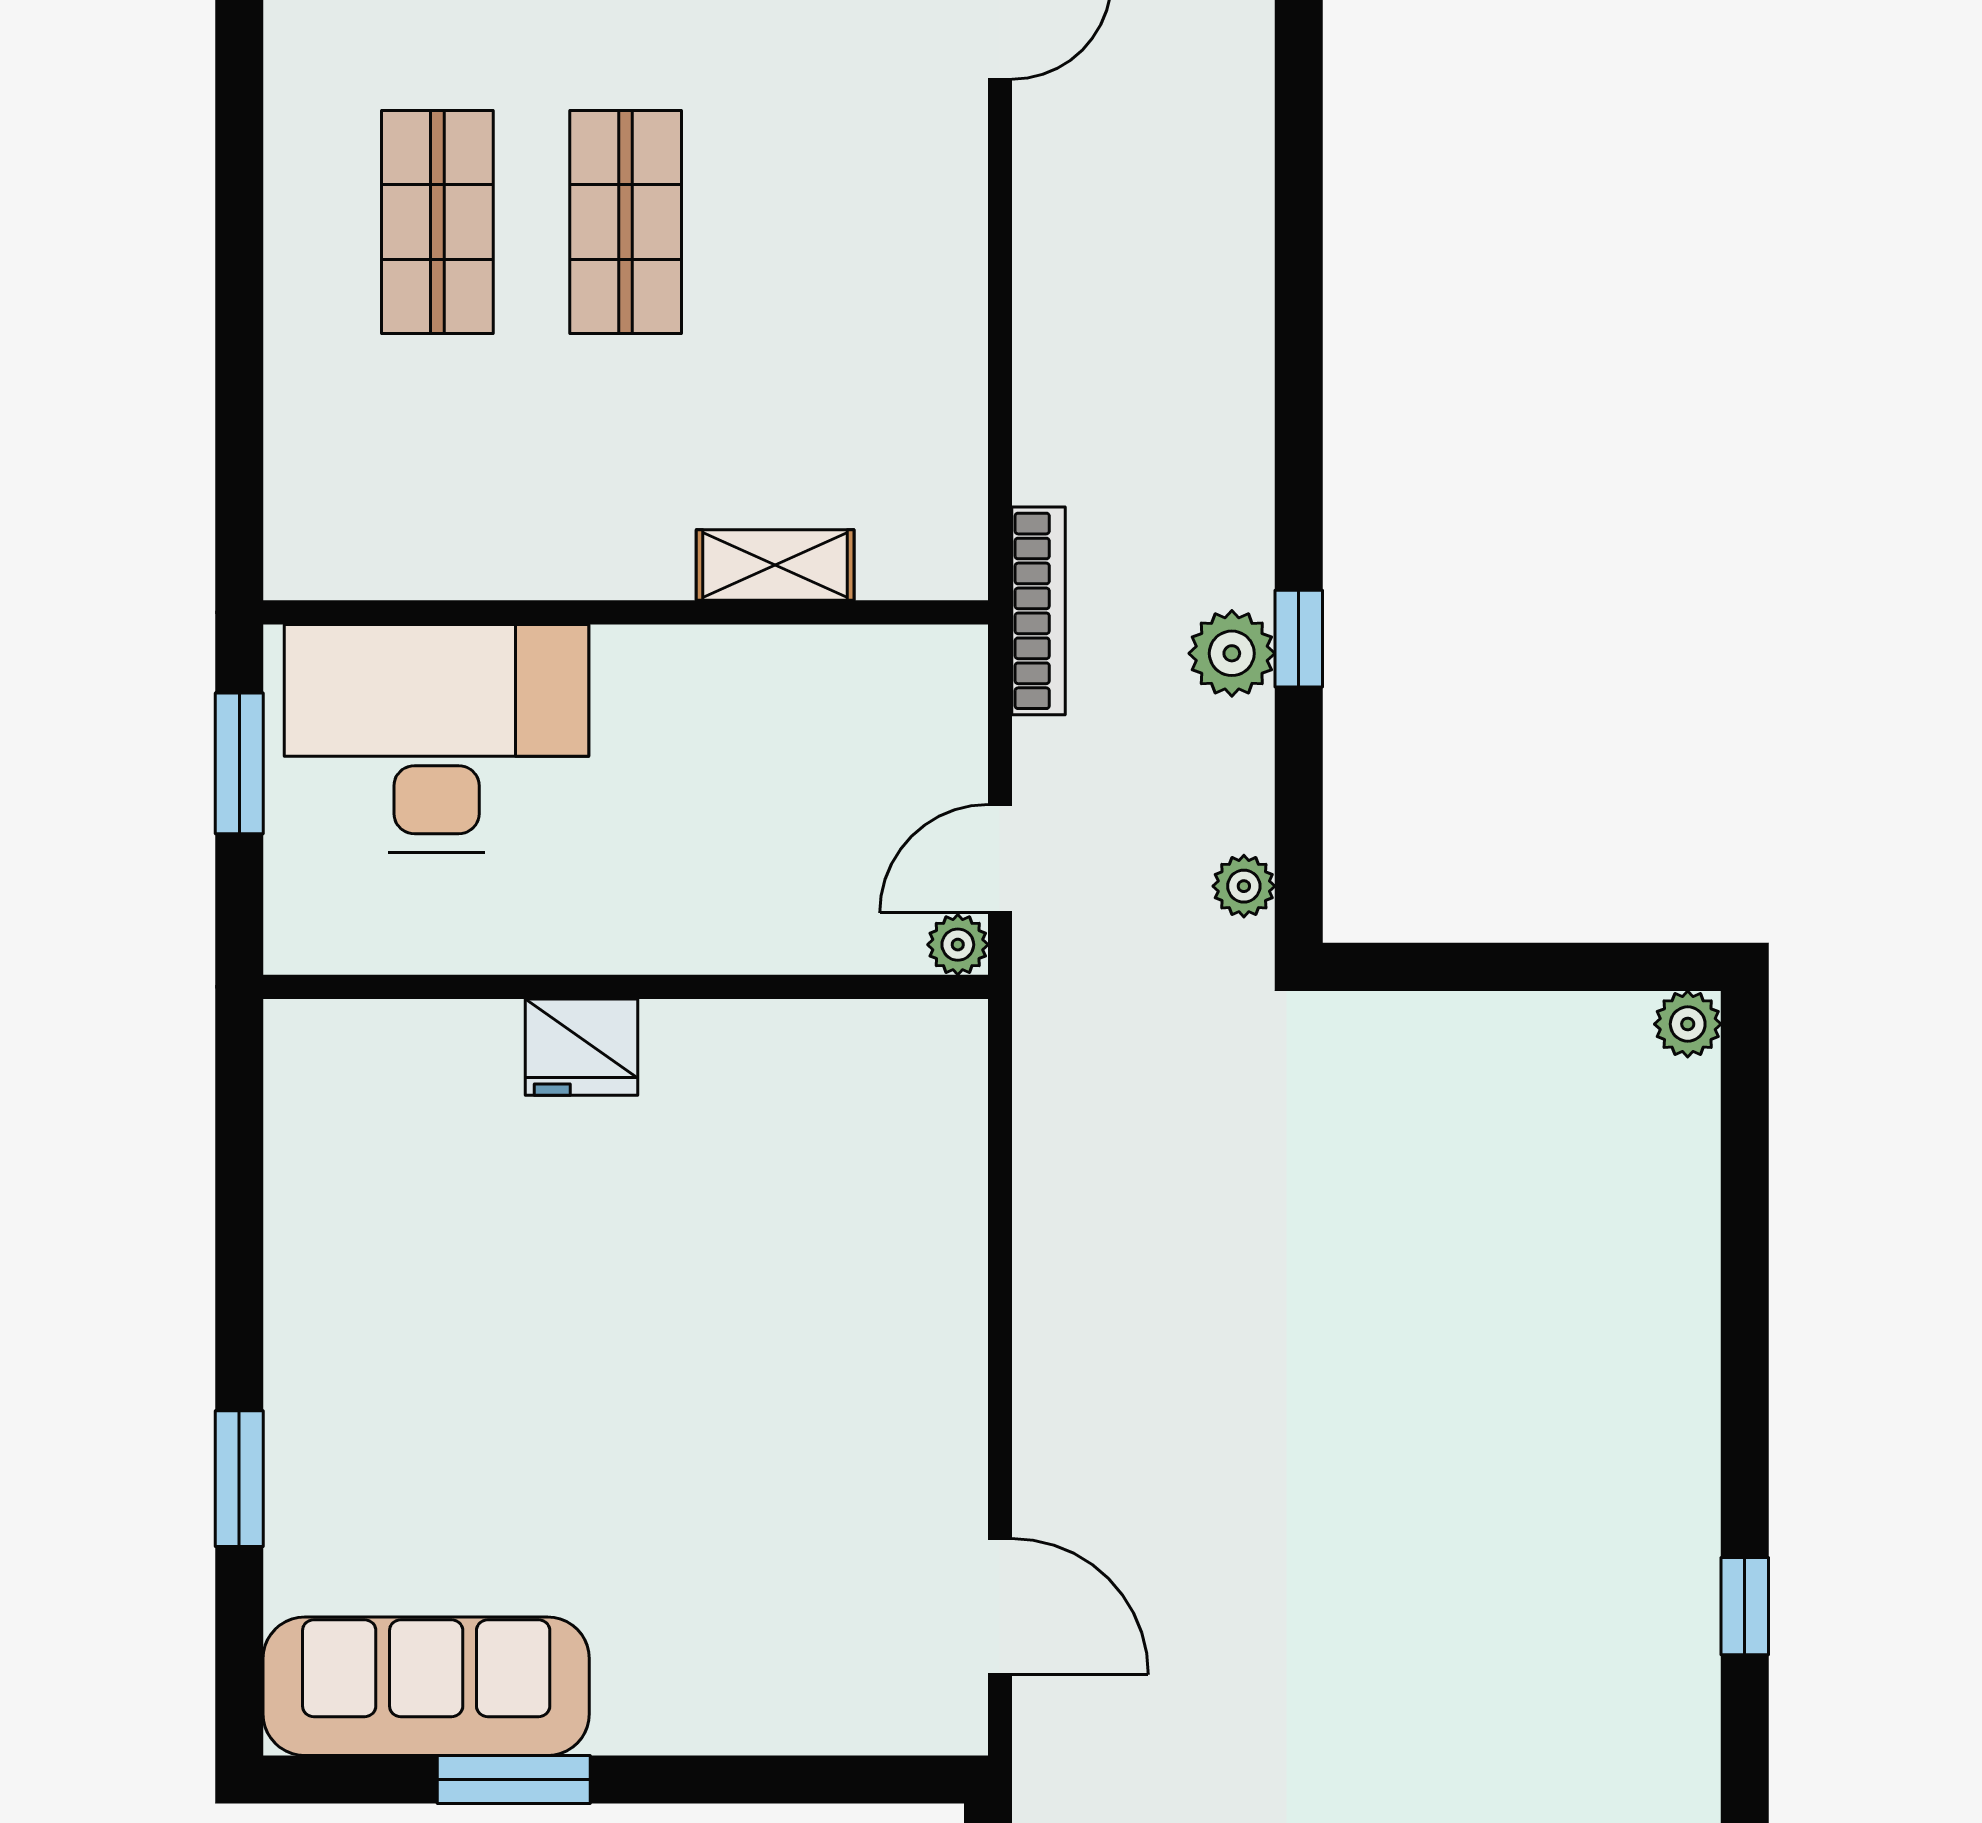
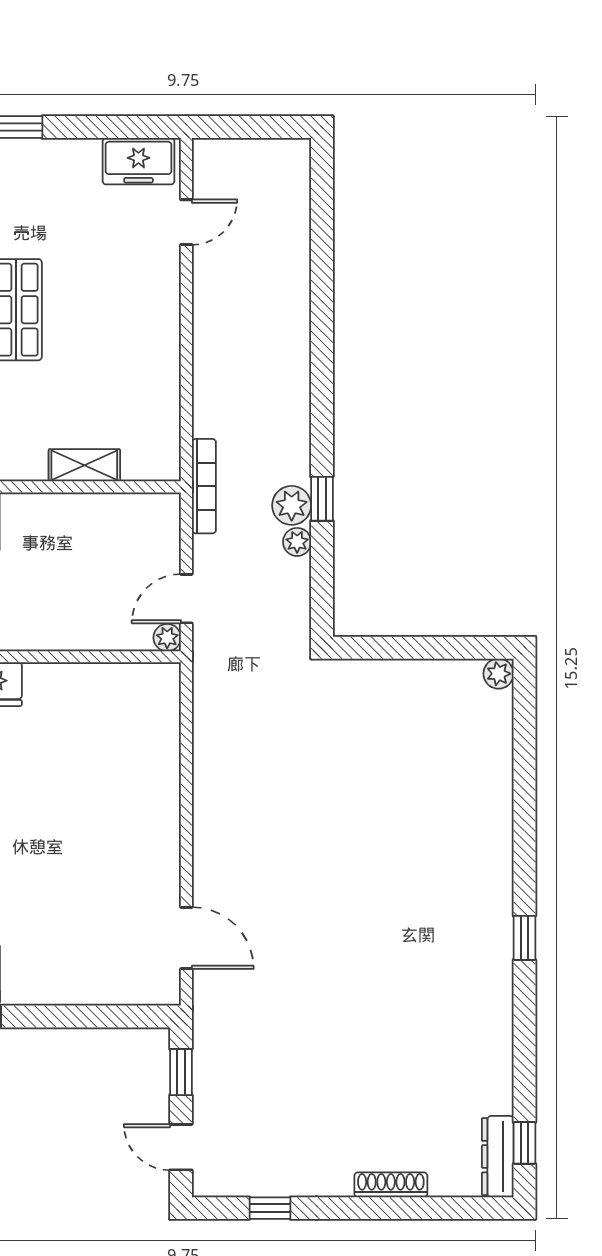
plant: (1244, 886) -> (297, 542), moved

